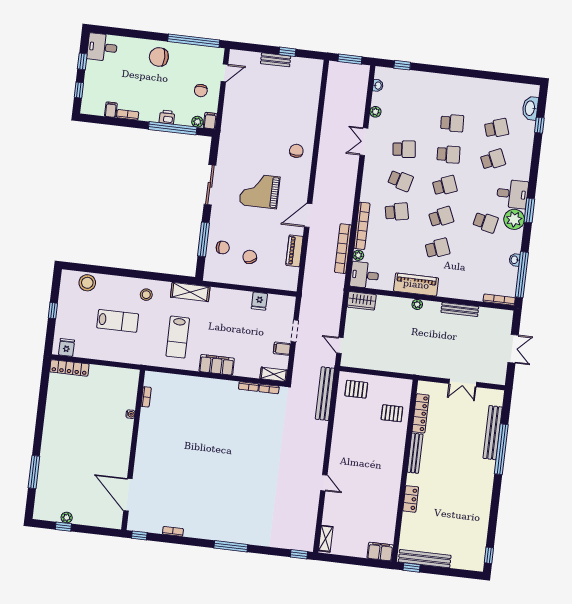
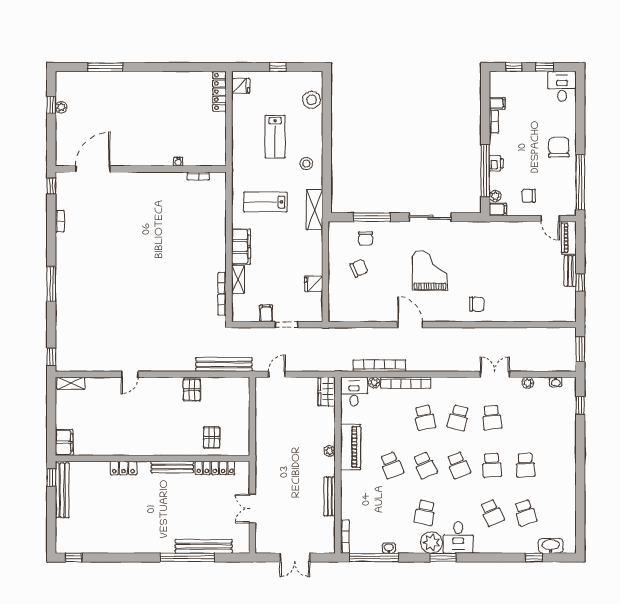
piano: (294, 251) -> (569, 238), moved, turned -90
shelving: (274, 374) -> (238, 280), moved
pallet: (356, 389) -> (192, 390), moved

